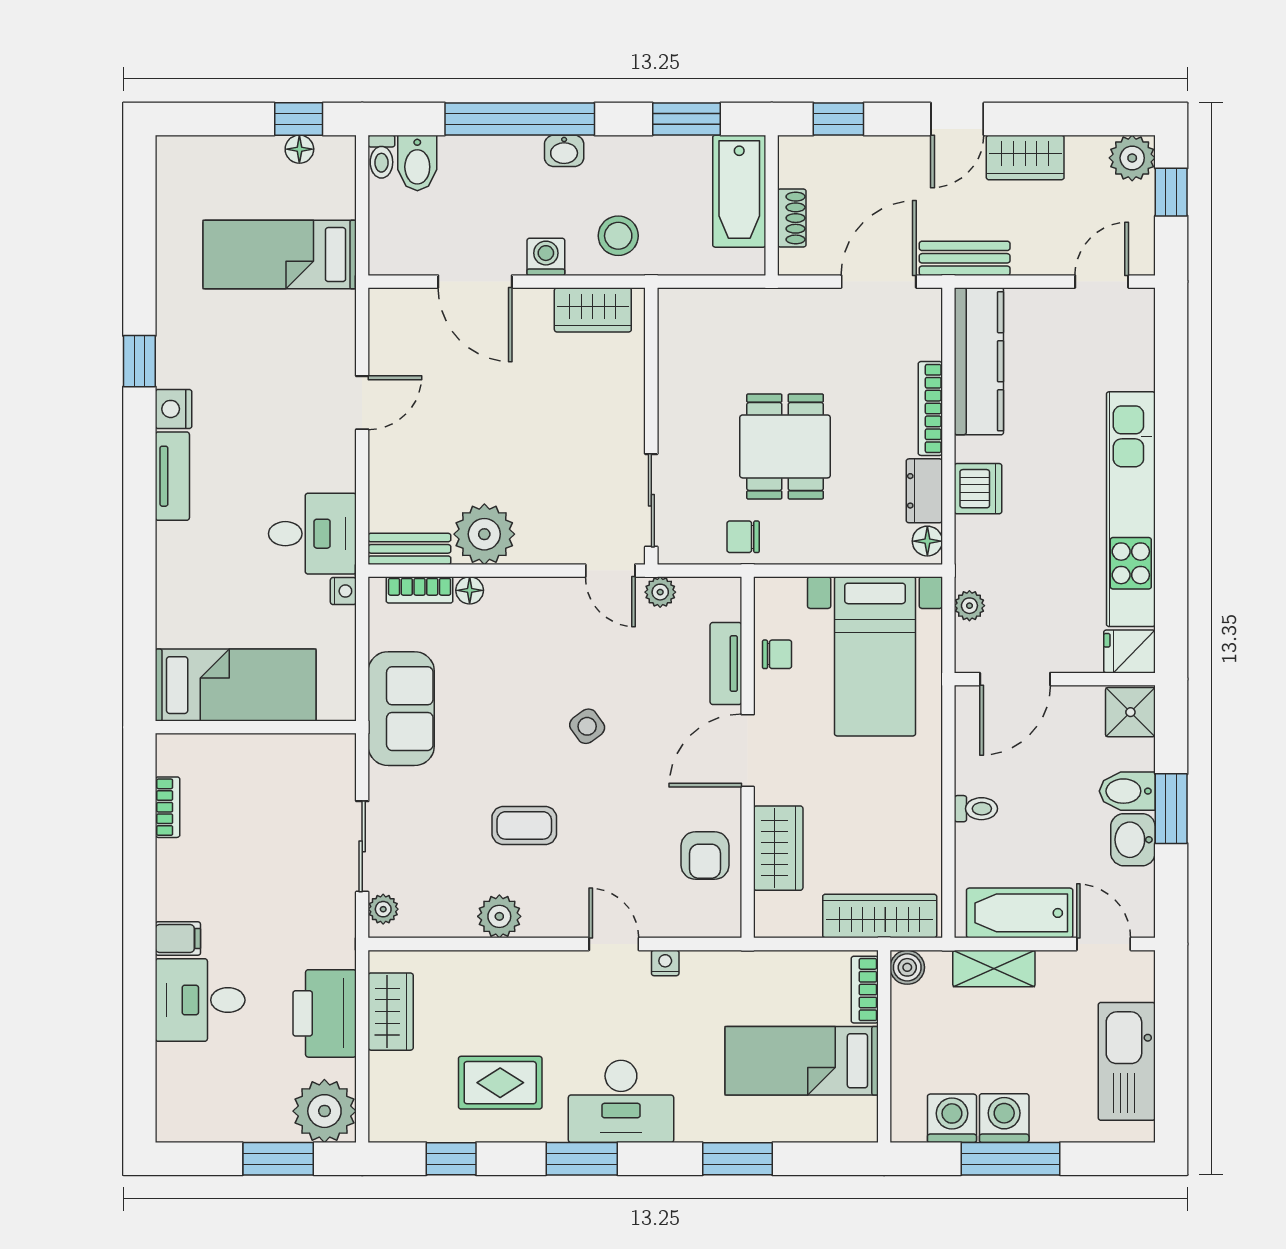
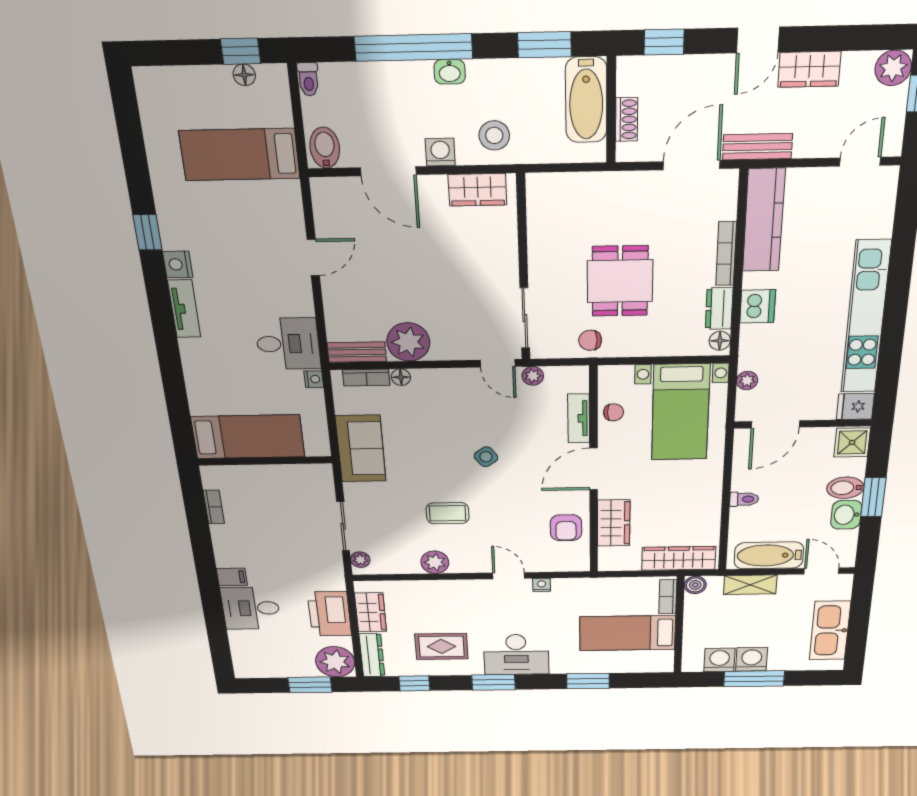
bidet: (417, 163) -> (325, 148), moved, turned 180
dresser: (386, 1098) -> (372, 655), added

